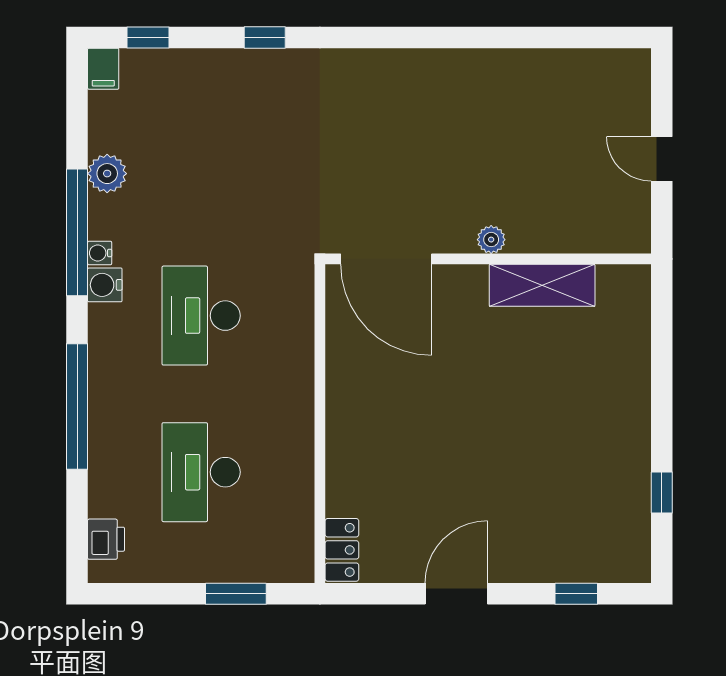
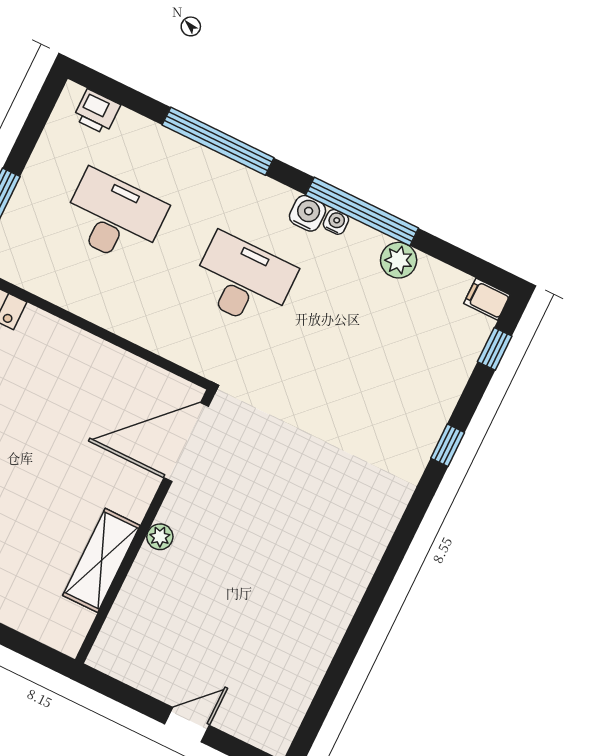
plant: (491, 240) -> (160, 537), moved
door: (386, 259) -> (186, 442), moved
wall: (488, 259) -> (145, 526), moved
shelving: (542, 285) -> (101, 560), moved

